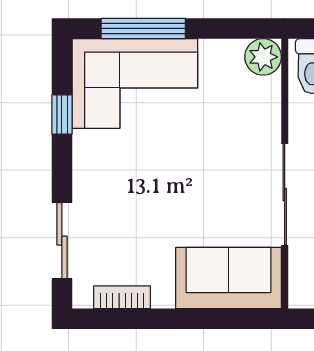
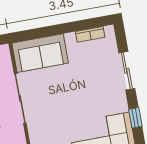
sliding door: (62, 241) -> (127, 71), moved

